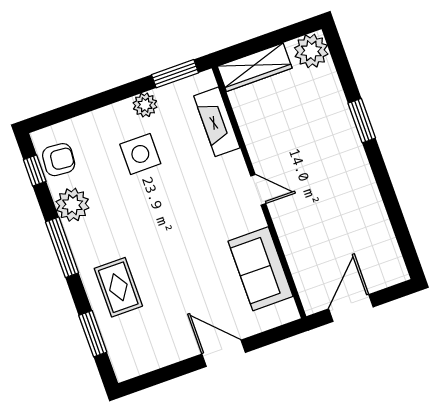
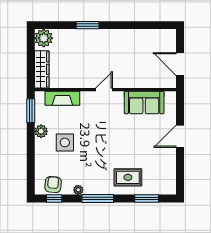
plant: (72, 205) -> (78, 190), width x0.53, depth x0.53

